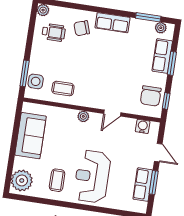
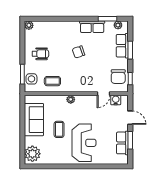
row of seats: (112, 23) -> (92, 27), moved
chair: (82, 28) -> (78, 52), moved
wheelchair: (54, 32) -> (40, 54), moved
door: (112, 113) -> (104, 94), moved
reception desk: (92, 176) -> (84, 143), turned 180
coffee table: (57, 180) -> (59, 129), moved

